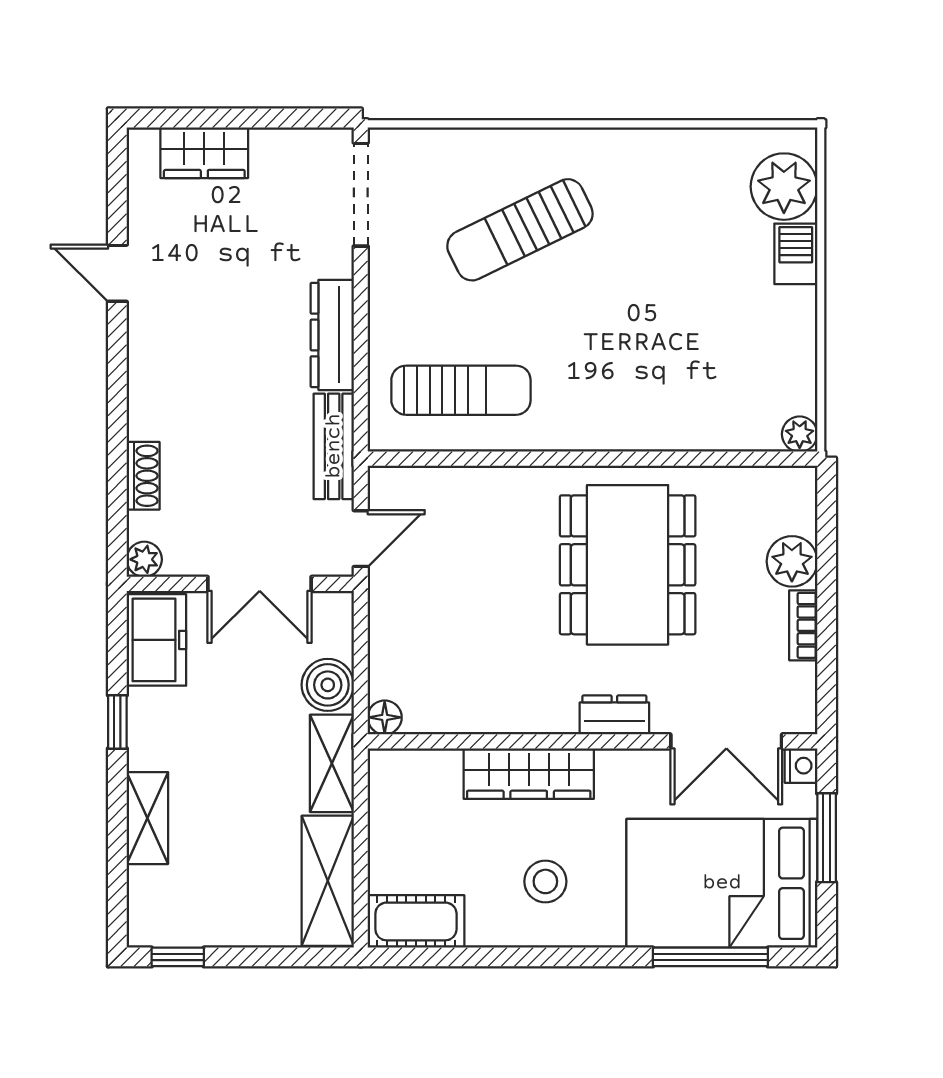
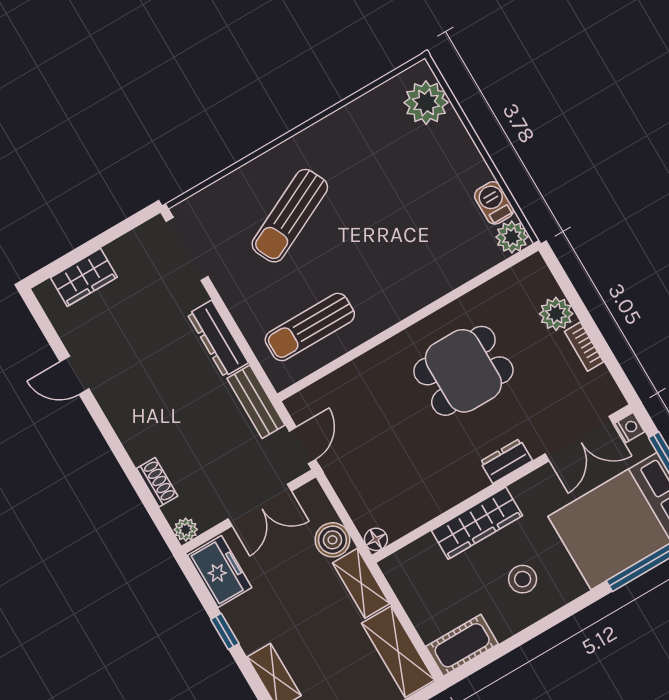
barbecue: (796, 254) -> (494, 203), moved
sun lounger: (461, 390) -> (310, 327), turned 180
plant: (800, 434) -> (512, 237), width x1.38, depth x1.38
dining table: (628, 565) -> (463, 371), width x0.73

